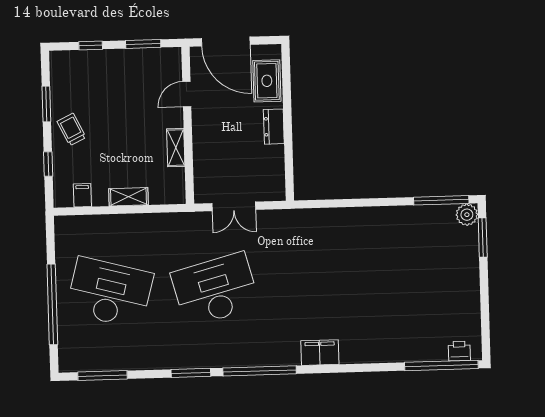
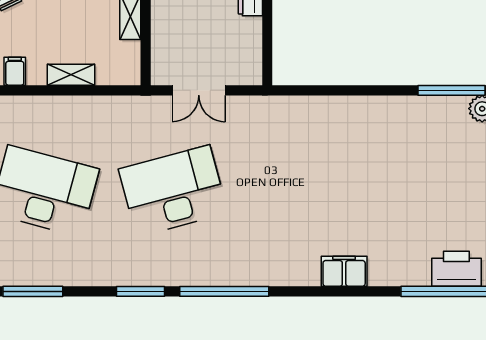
printer: (459, 351) -> (456, 269), width x1.87, depth x1.48
filing cabinet: (320, 353) -> (344, 271), moved

